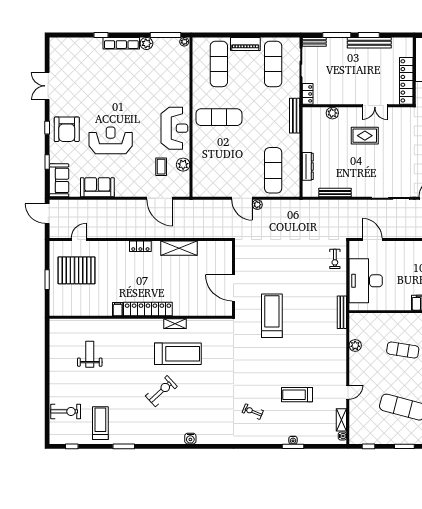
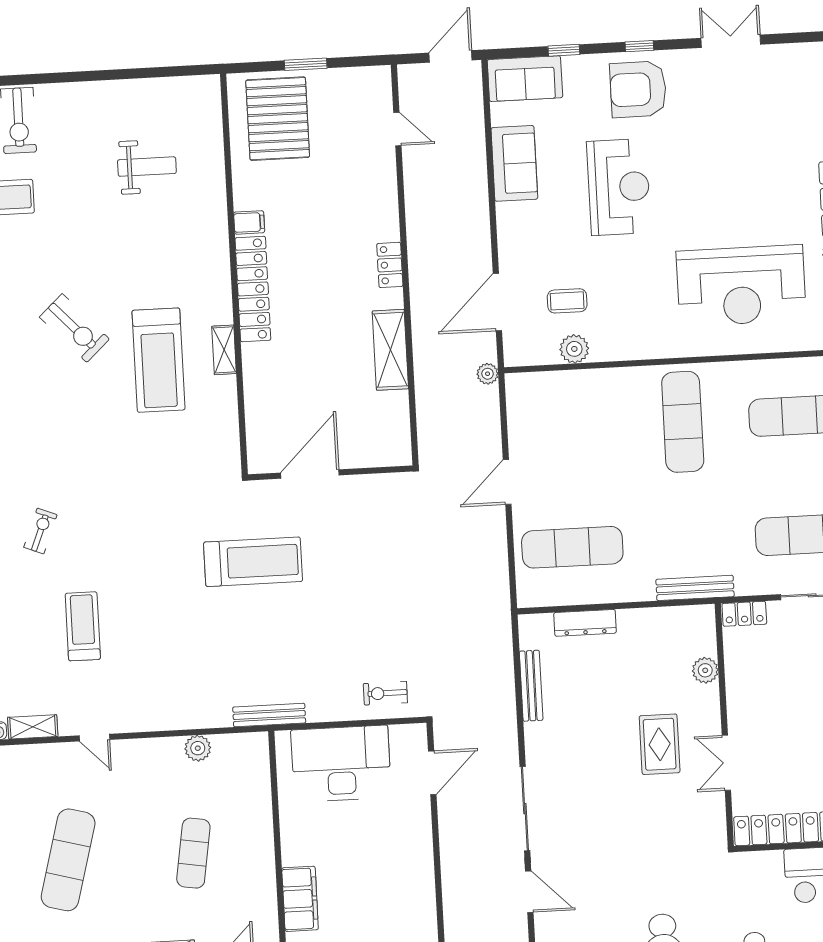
reception desk: (174, 128) -> (741, 286), moved, width x1.36, depth x1.30
plant: (257, 205) -> (488, 374), moved
pallet: (77, 270) -> (278, 119), moved

